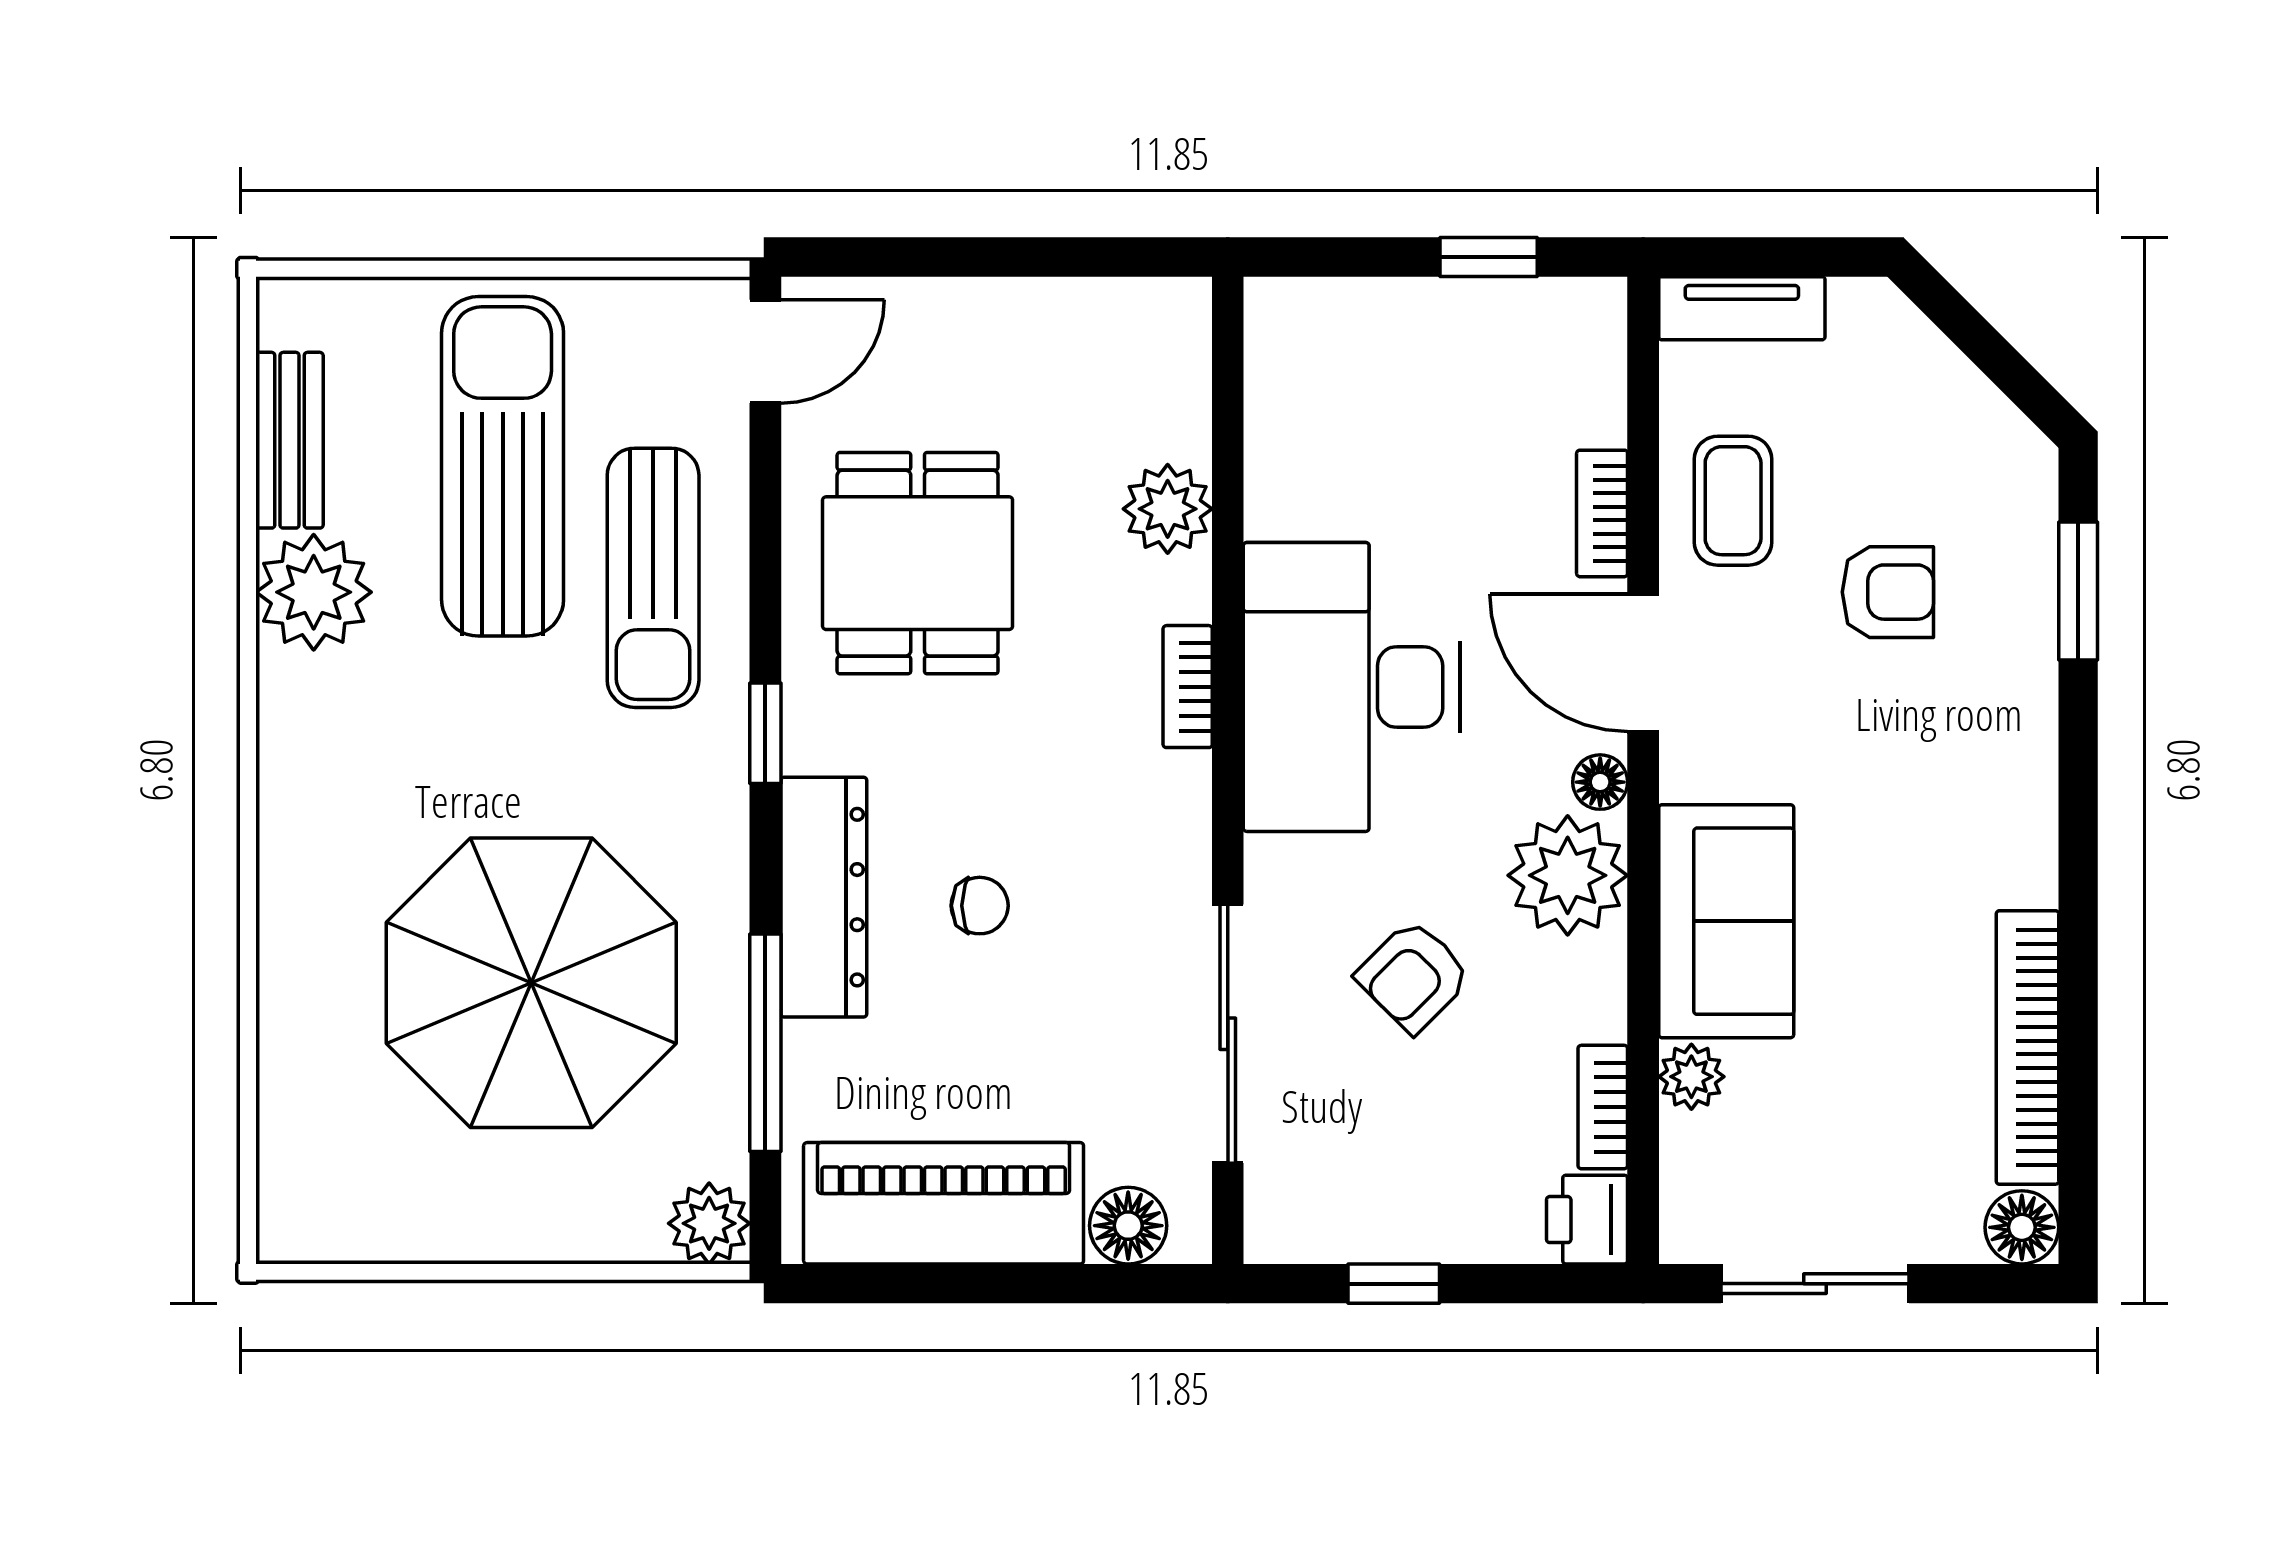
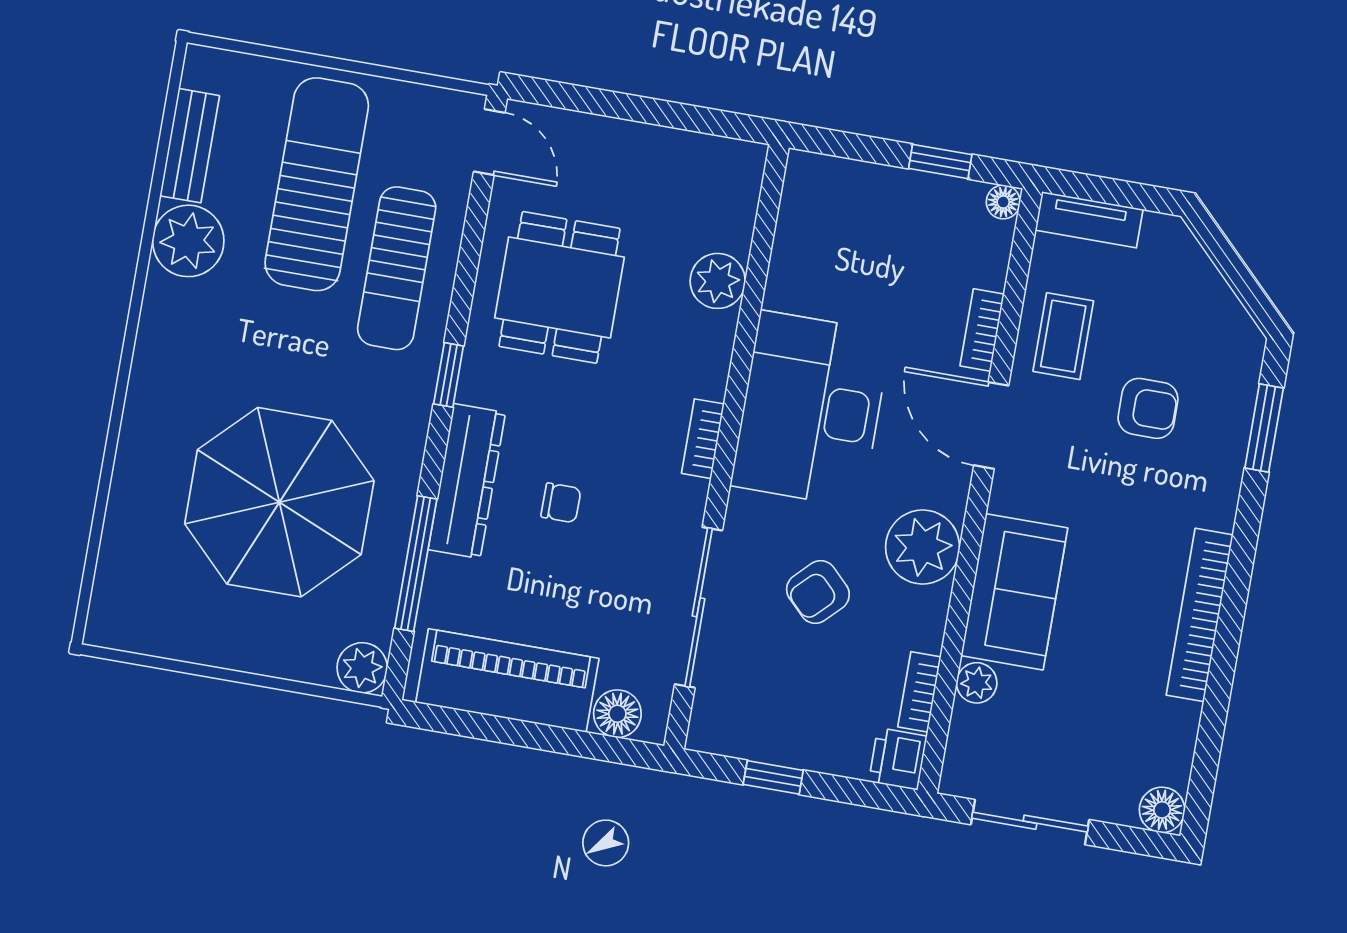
door: (765, 351) -> (489, 142), hinge flipped
bookcase: (1188, 687) -> (703, 439), moved
floor lamp: (1600, 782) -> (1003, 202), moved
bookcase: (2027, 1047) -> (1200, 615), moved

